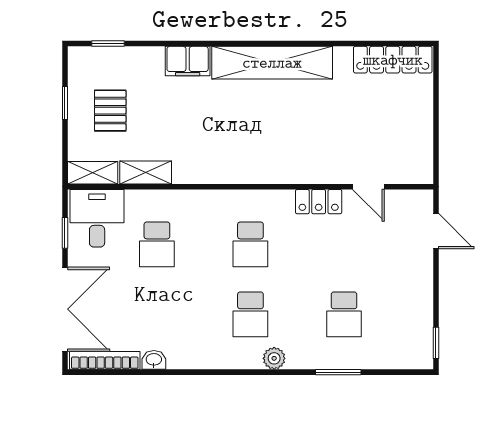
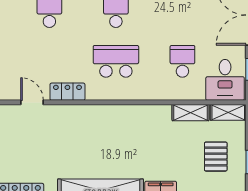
school desk: (250, 244) -> (116, 61), width x1.85

